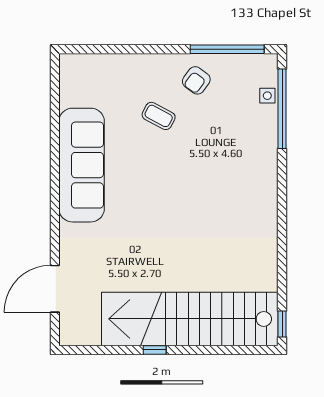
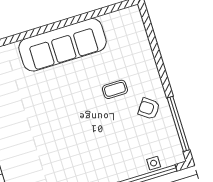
coffee table: (159, 116) -> (115, 89), turned 62

